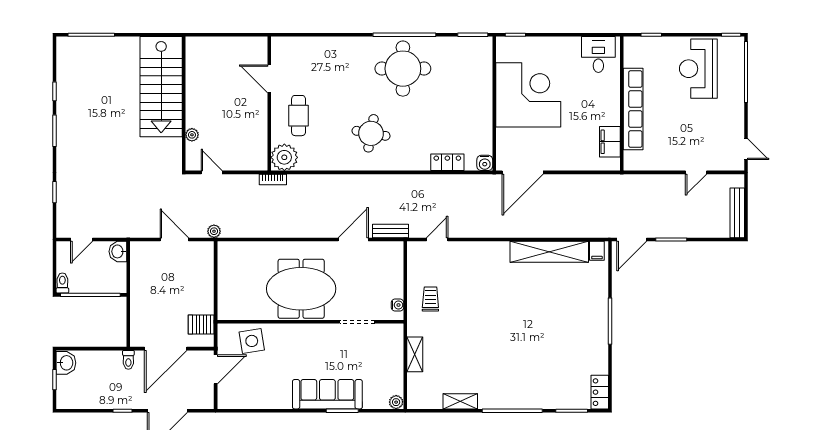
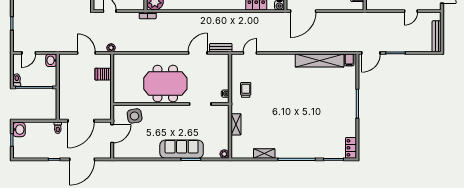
server rack: (201, 325) -> (103, 74), moved

